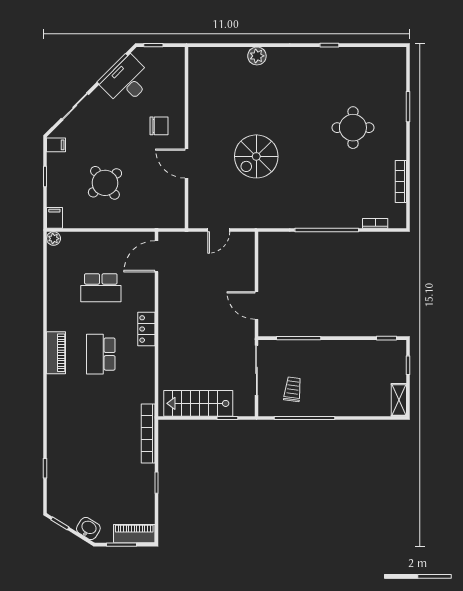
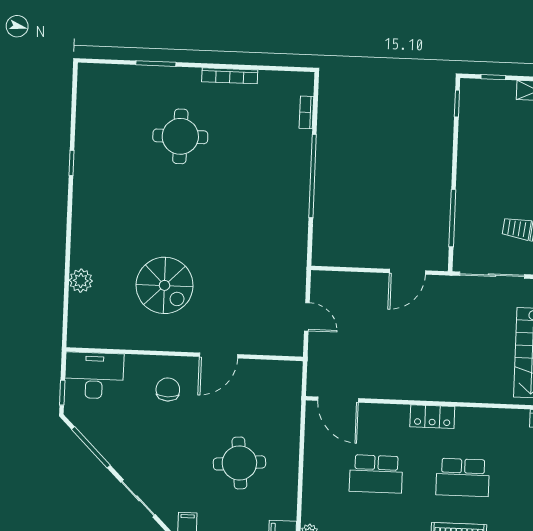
plant: (257, 56) -> (81, 281), moved
desk: (127, 81) -> (94, 376), moved, turned 135
spiral stairs: (256, 156) -> (165, 285), moved
bookcase: (401, 182) -> (230, 76), moved
round table: (105, 183) -> (239, 463), turned 34
school desk: (101, 288) -> (376, 474), turned 90

